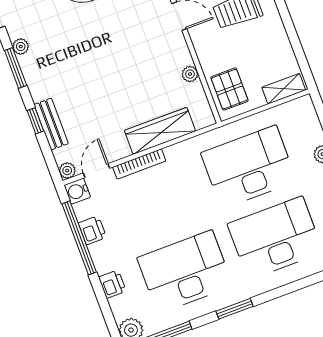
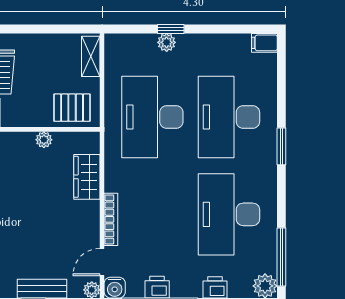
wardrobe: (160, 131) -> (87, 177), width x0.67
door: (97, 171) -> (102, 262), hinge flipped
window: (235, 309) -> (281, 146), moved

